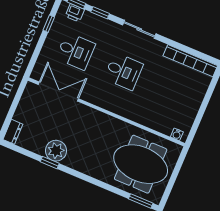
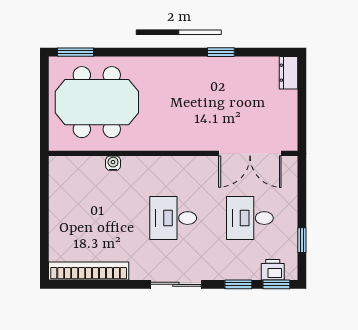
water cooler: (177, 134) -> (113, 163), moved
plant: (56, 151) -> (219, 72), removed

